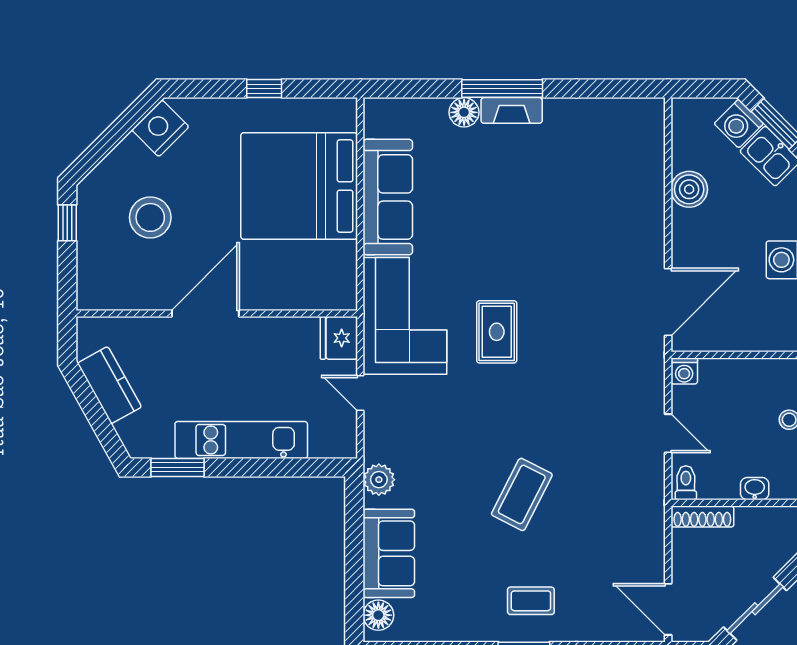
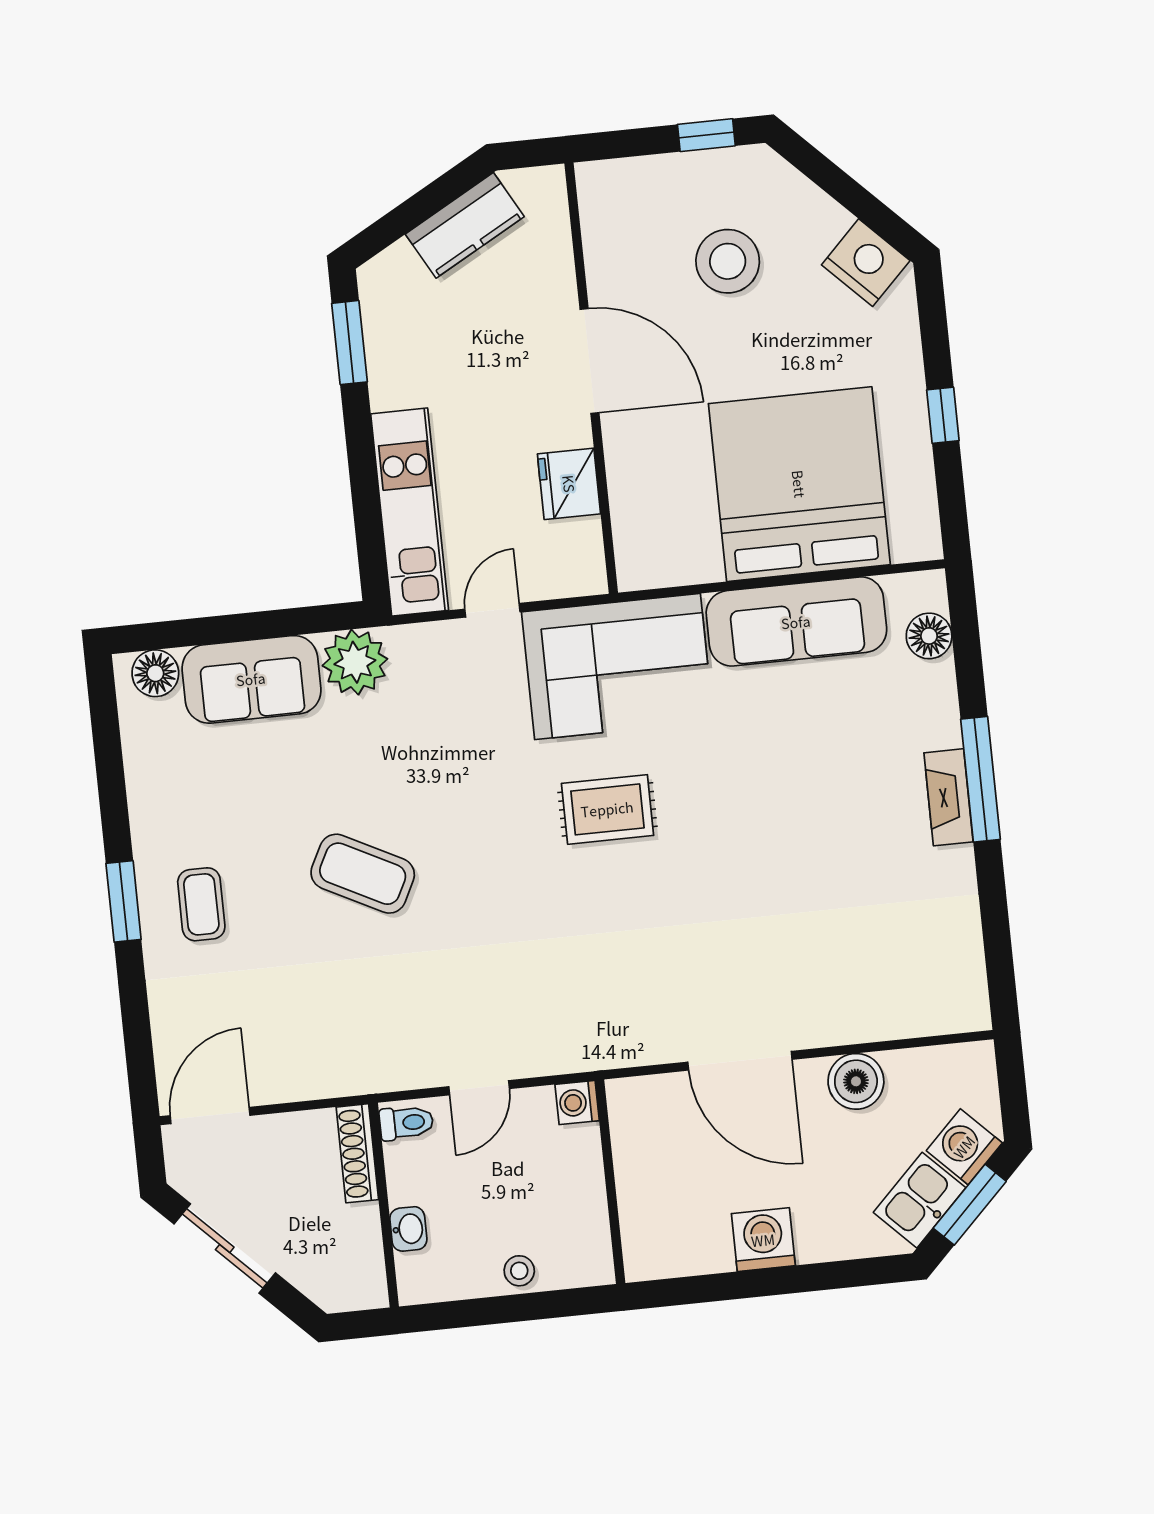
floor lamp: (464, 112) -> (929, 636), moved
door: (668, 302) -> (740, 1061), moved
fridge: (339, 338) -> (569, 484), moved, turned -90
kitchen unit: (241, 440) -> (410, 512), moved
plant: (379, 480) -> (355, 662), width x1.36, depth x1.36

